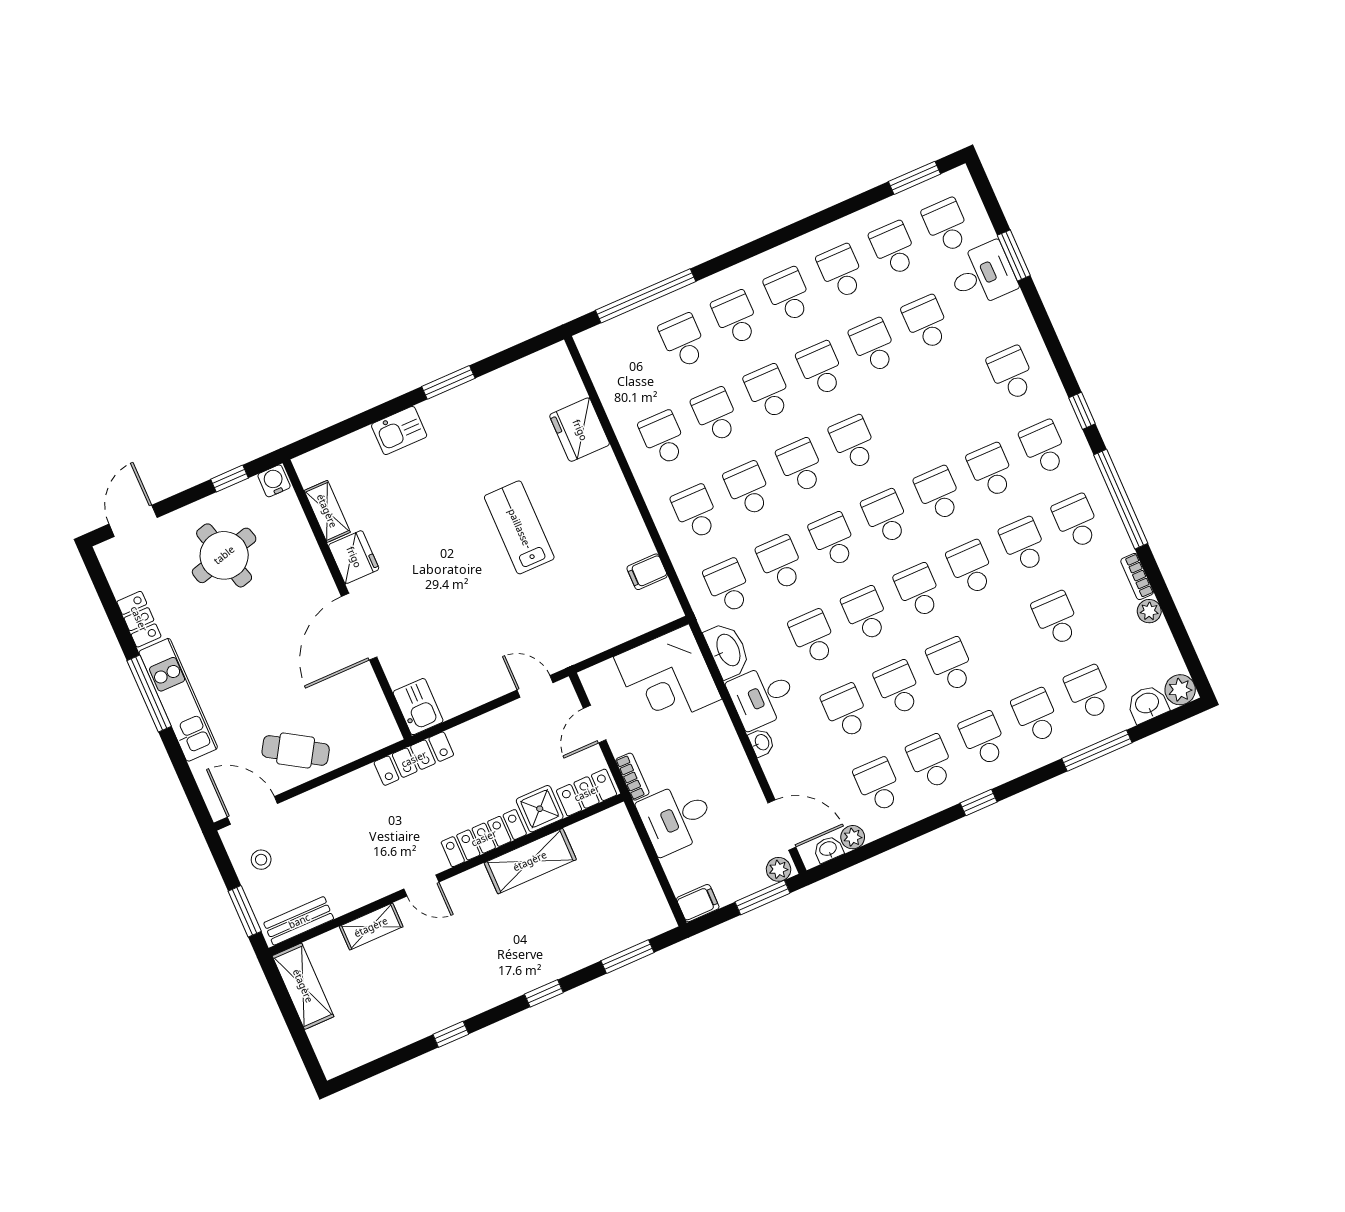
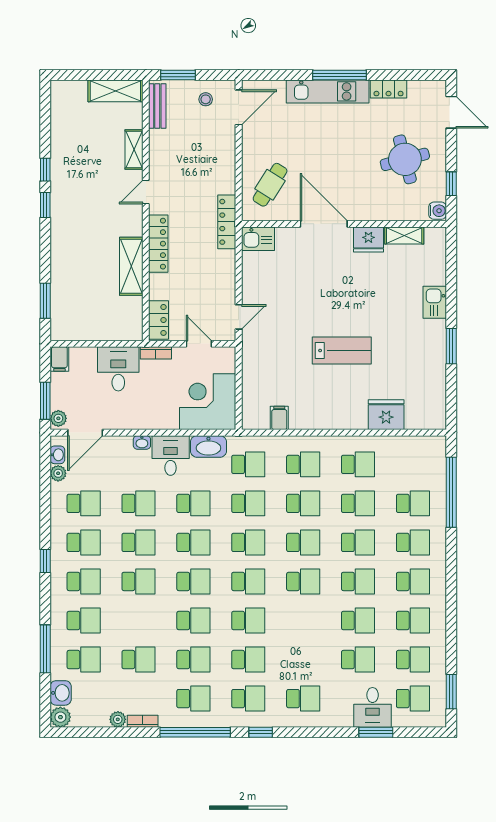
cafe table: (296, 750) -> (270, 185), moved
shower: (540, 809) -> (161, 286), removed
window: (544, 993) -> (45, 205), moved

